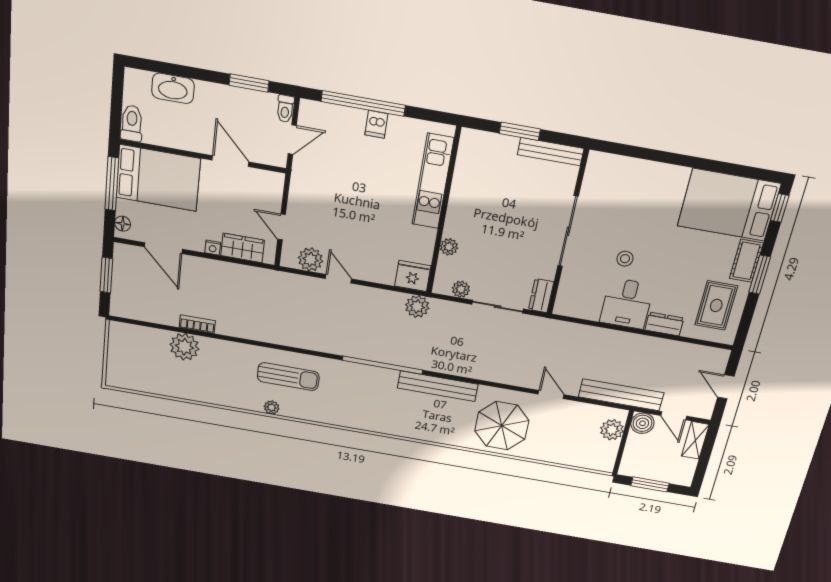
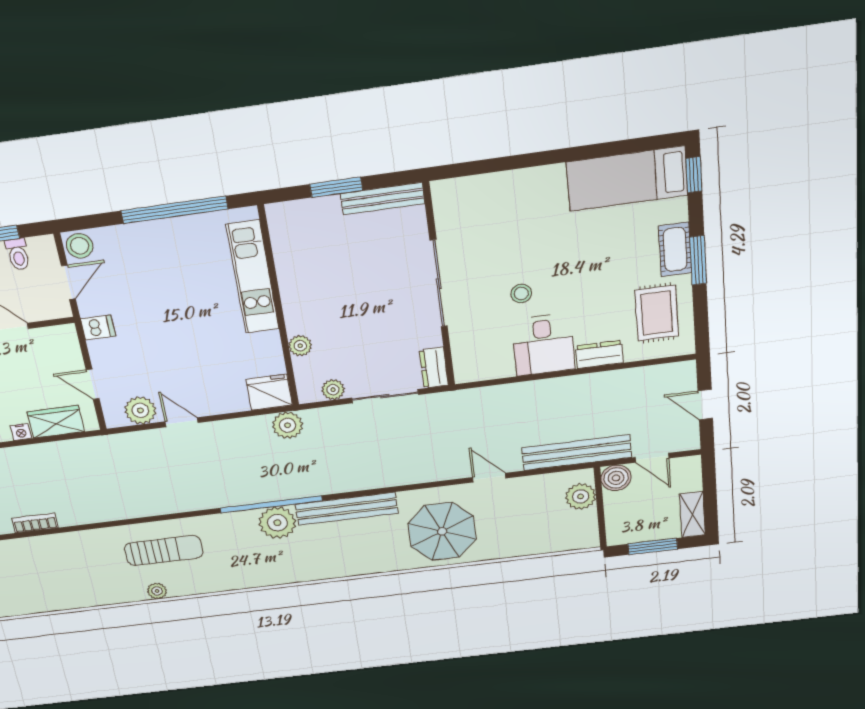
window: (363, 103) -> (174, 210), moved
toilet: (285, 109) -> (18, 254), moved
stool: (311, 113) -> (80, 246), added
dishwasher: (376, 124) -> (98, 327), moved, turned -90
bed: (729, 205) -> (627, 179), width x0.67
plant: (184, 347) -> (277, 523), moved
shelving: (695, 440) -> (692, 514), moved

